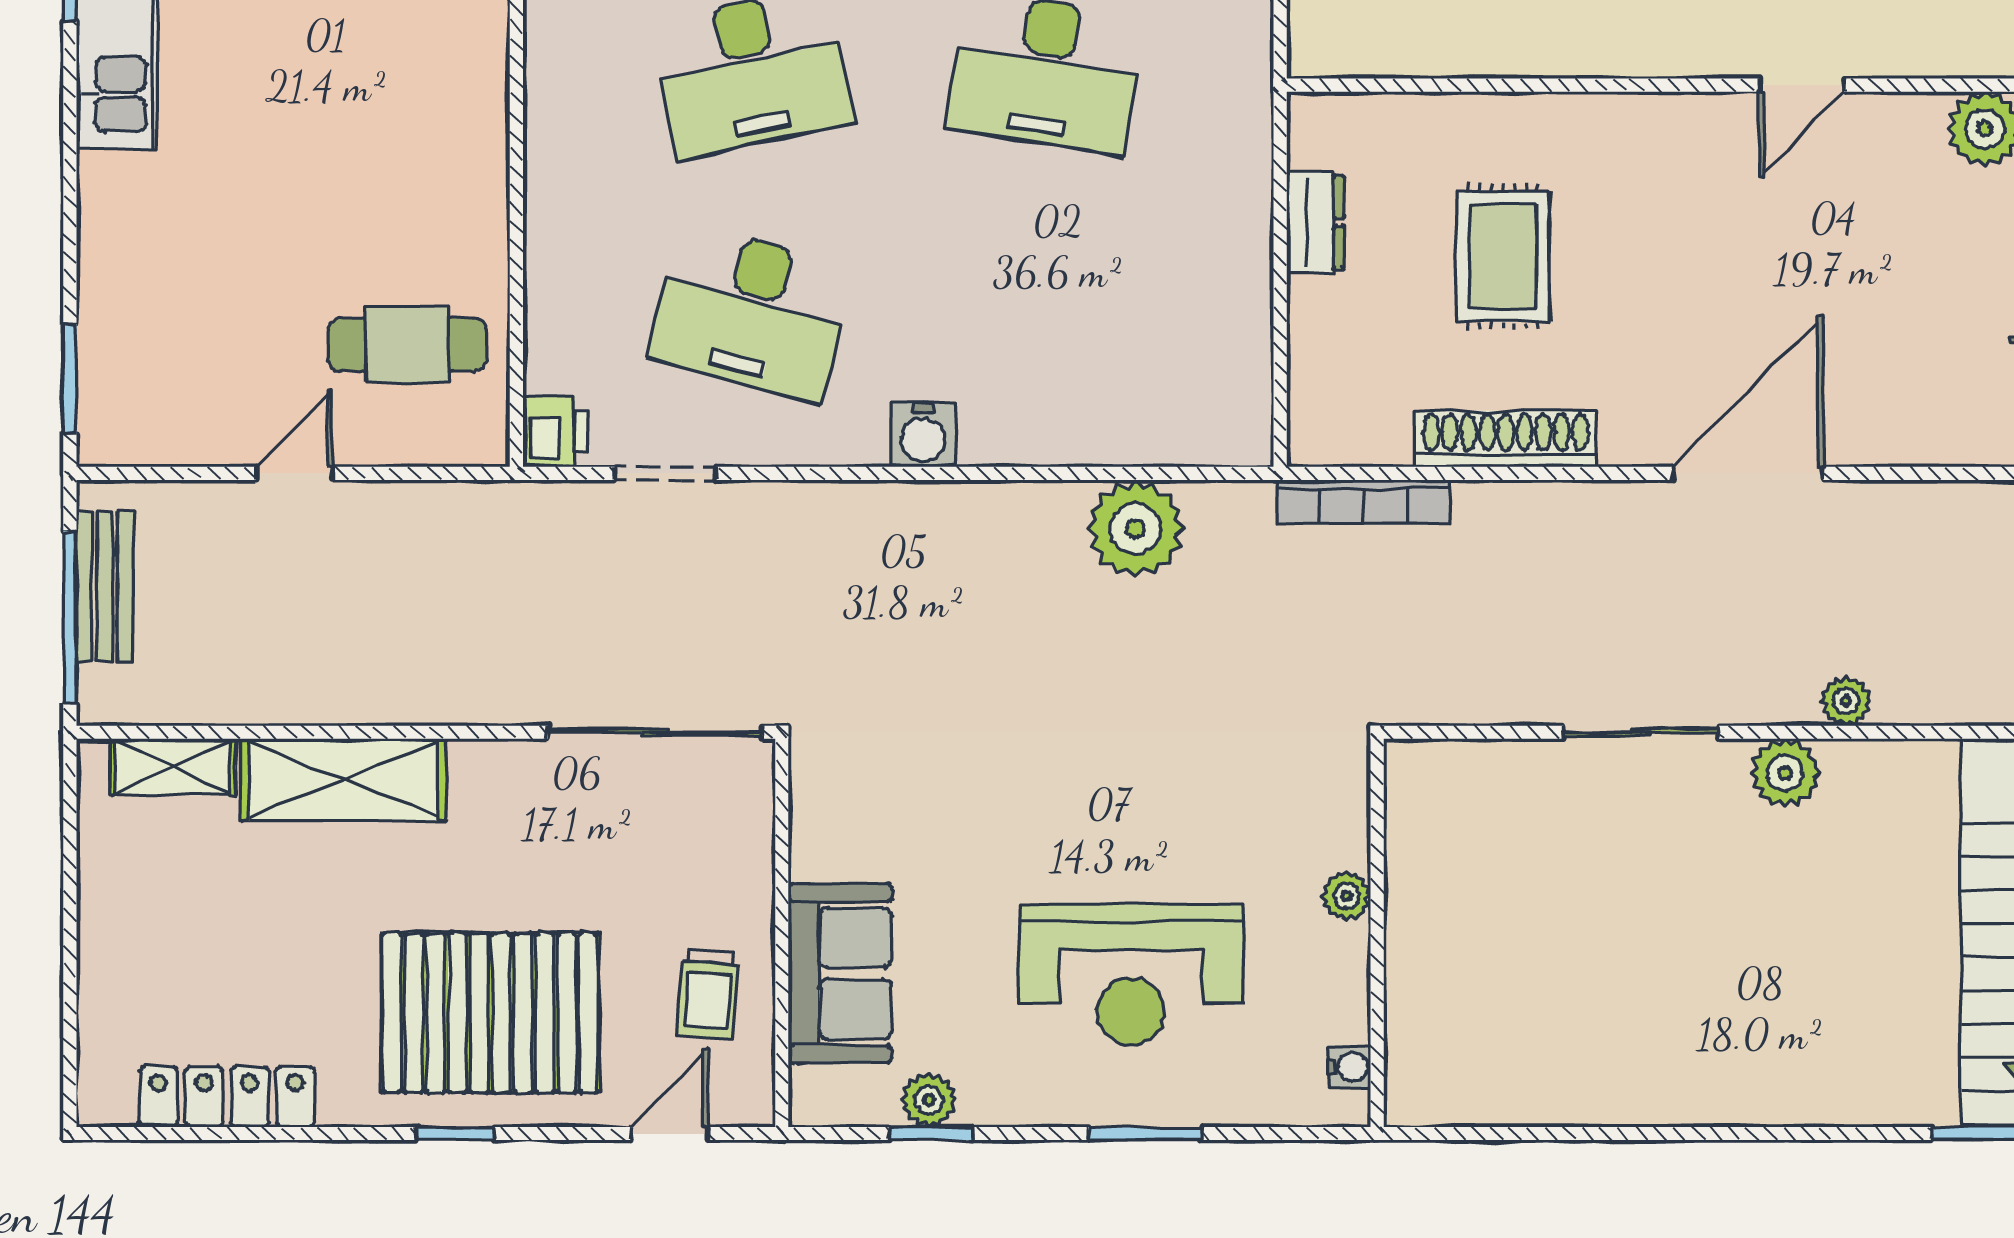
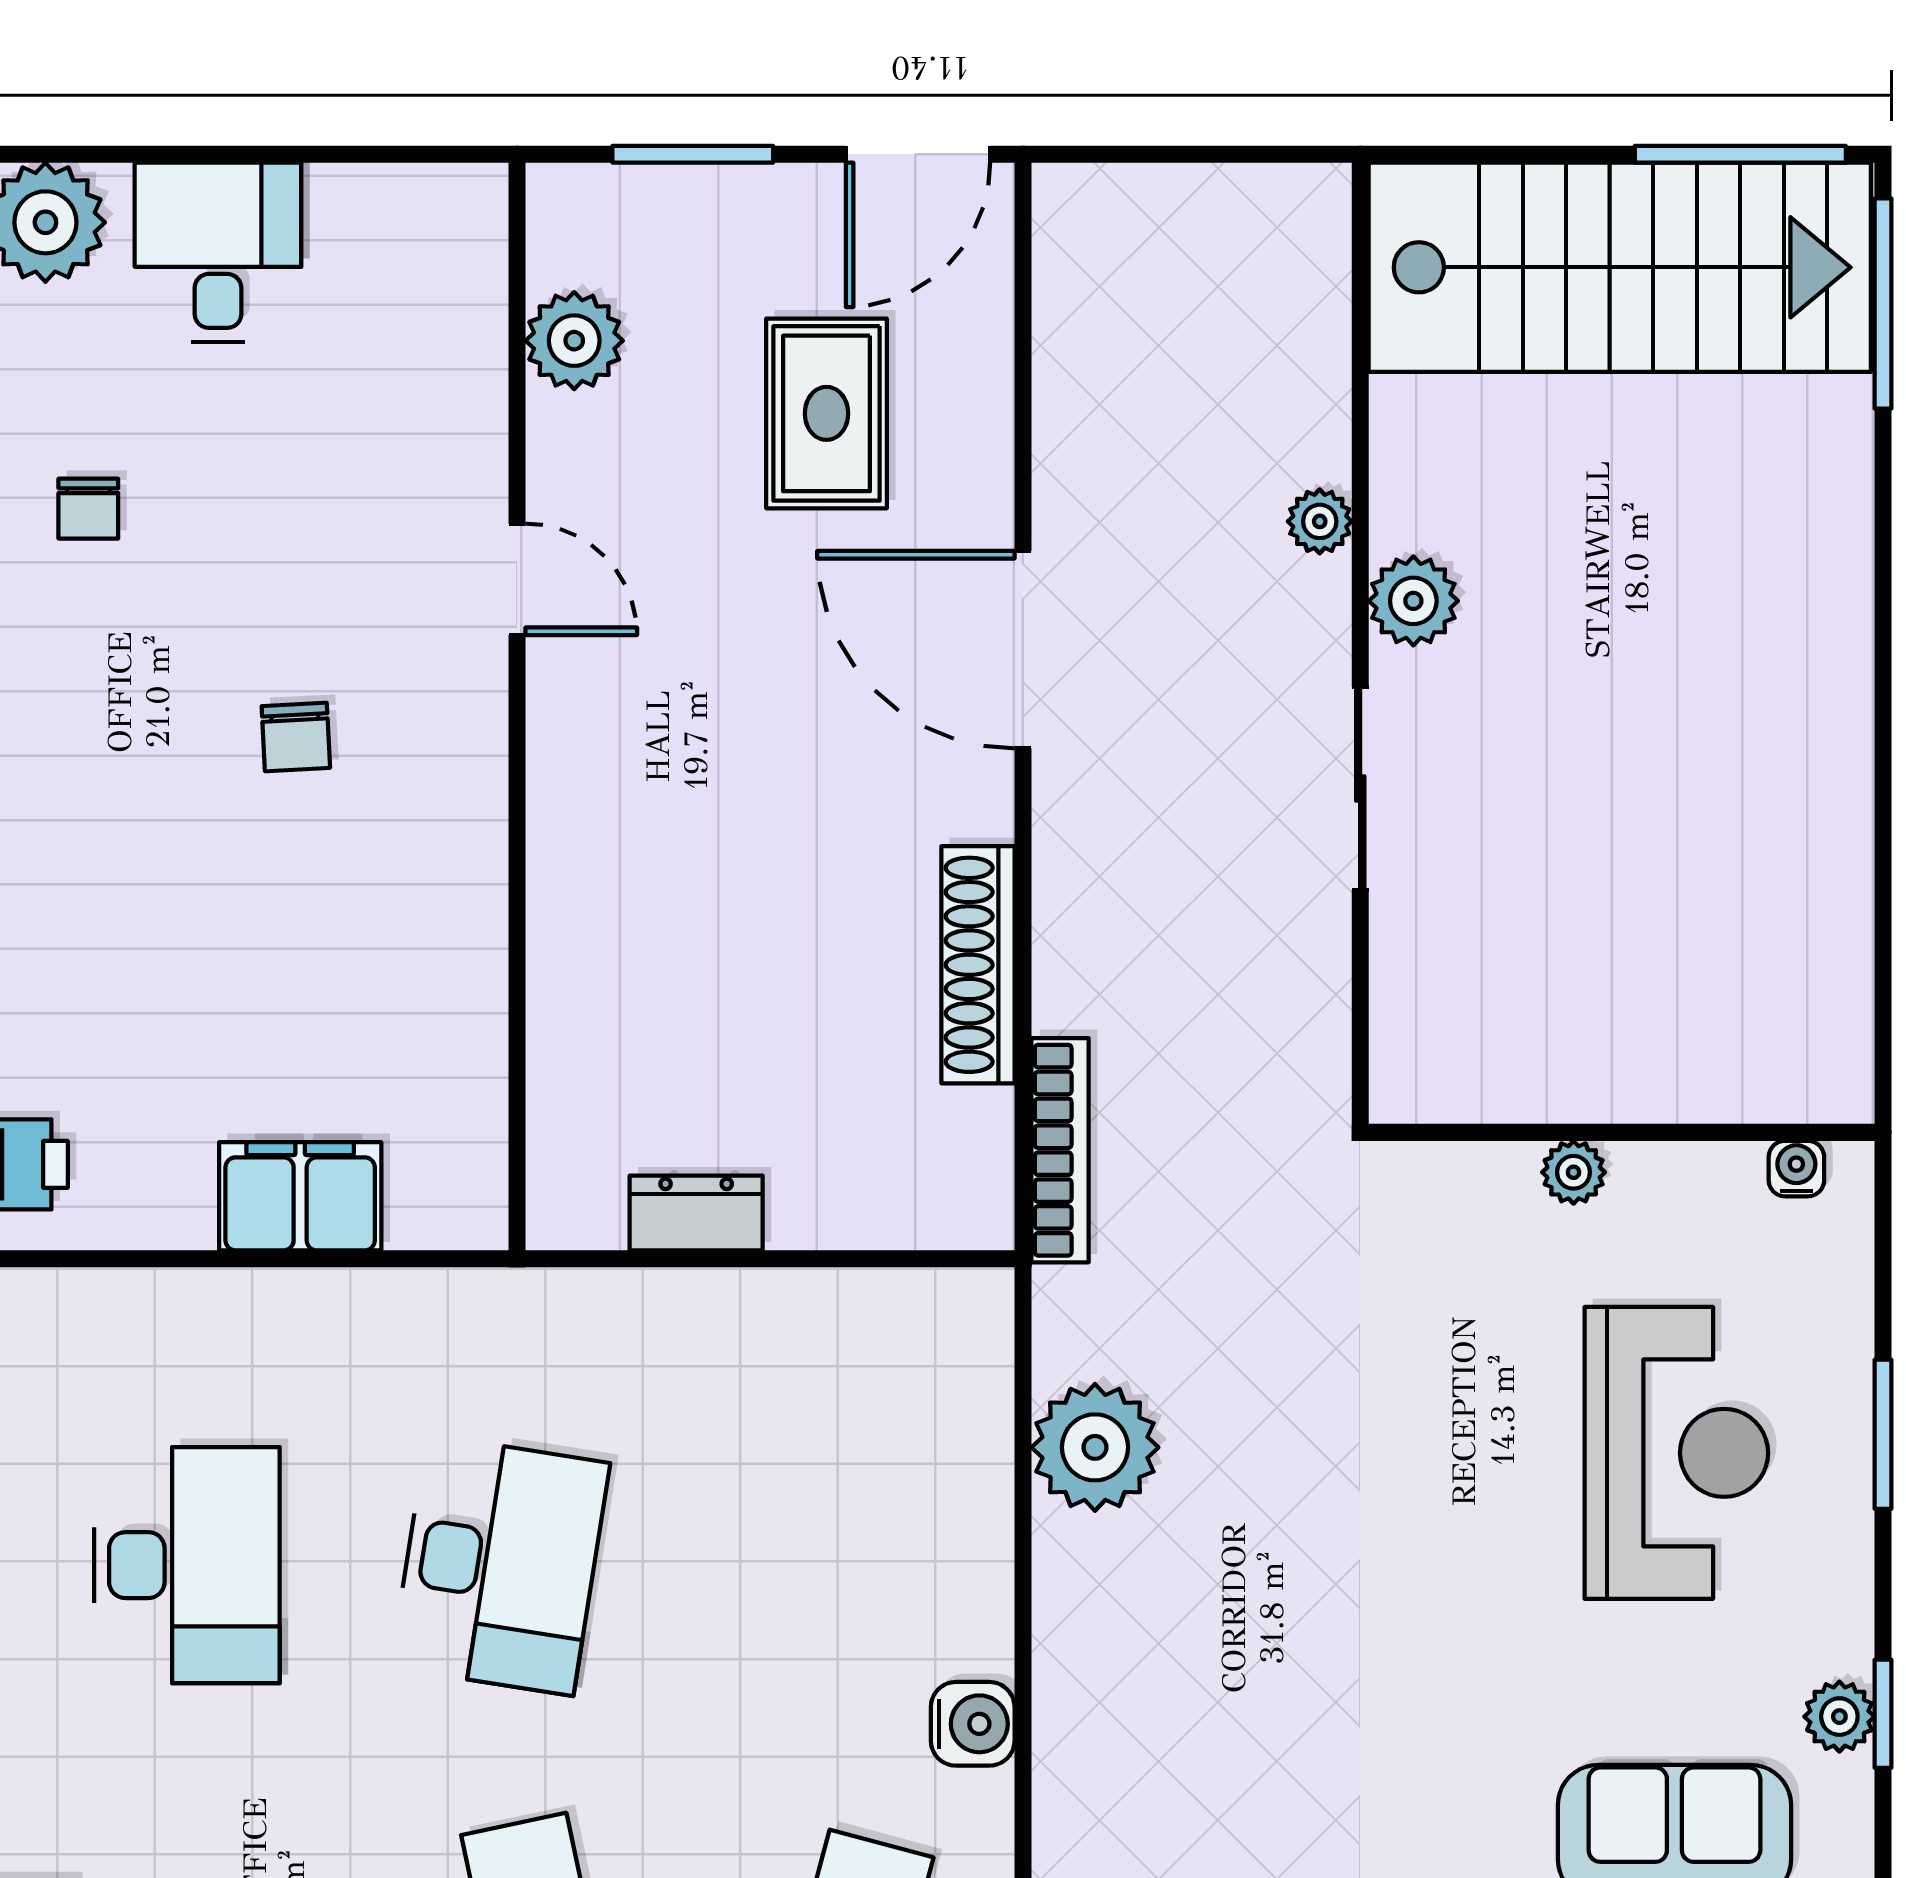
rug: (1503, 256) -> (827, 413), moved, turned 90

